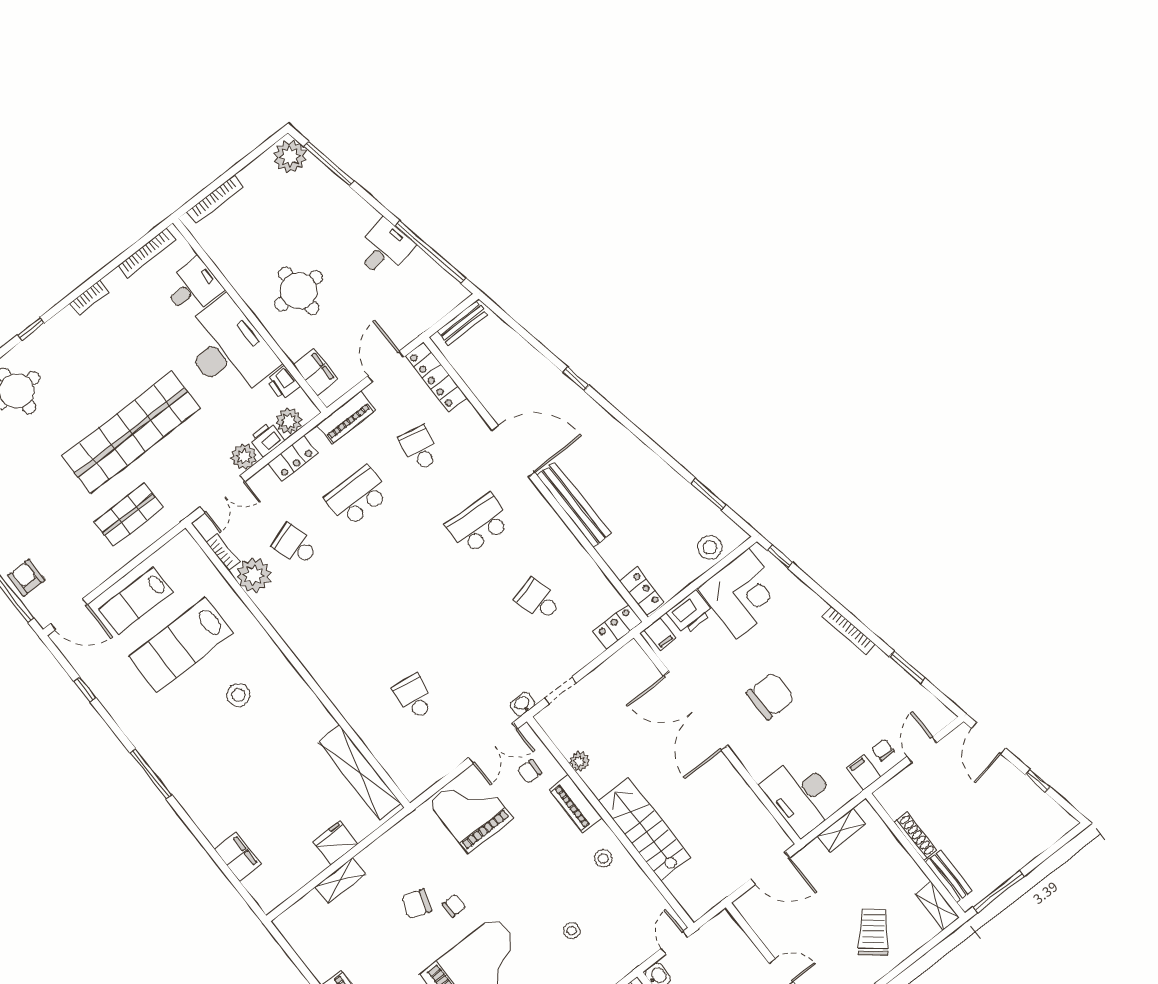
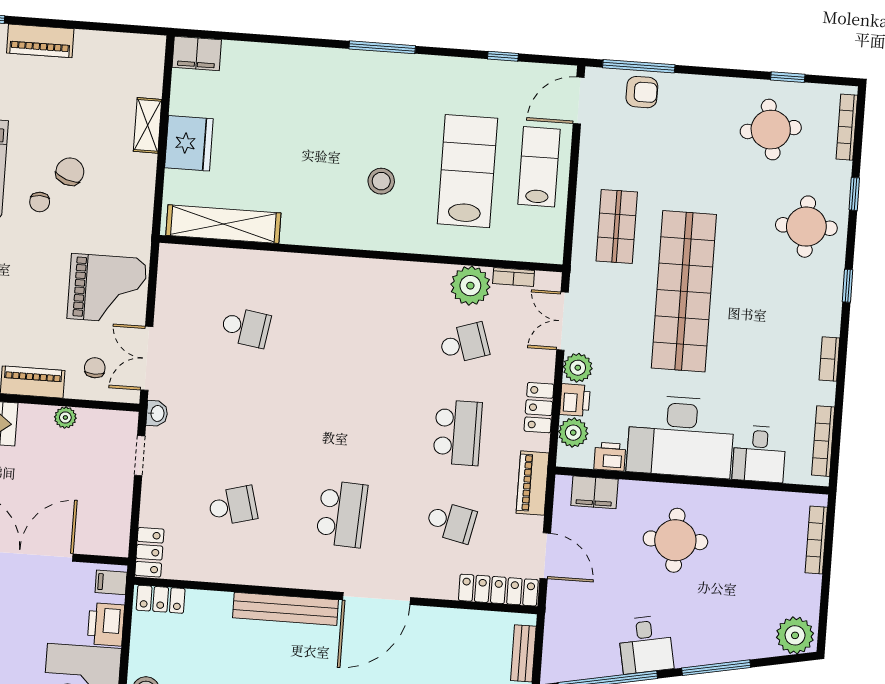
window: (329, 164) -> (716, 668), moved
fridge: (335, 843) -> (189, 143), width x1.36, depth x1.34
filing cabinet: (238, 857) -> (197, 53), moved

